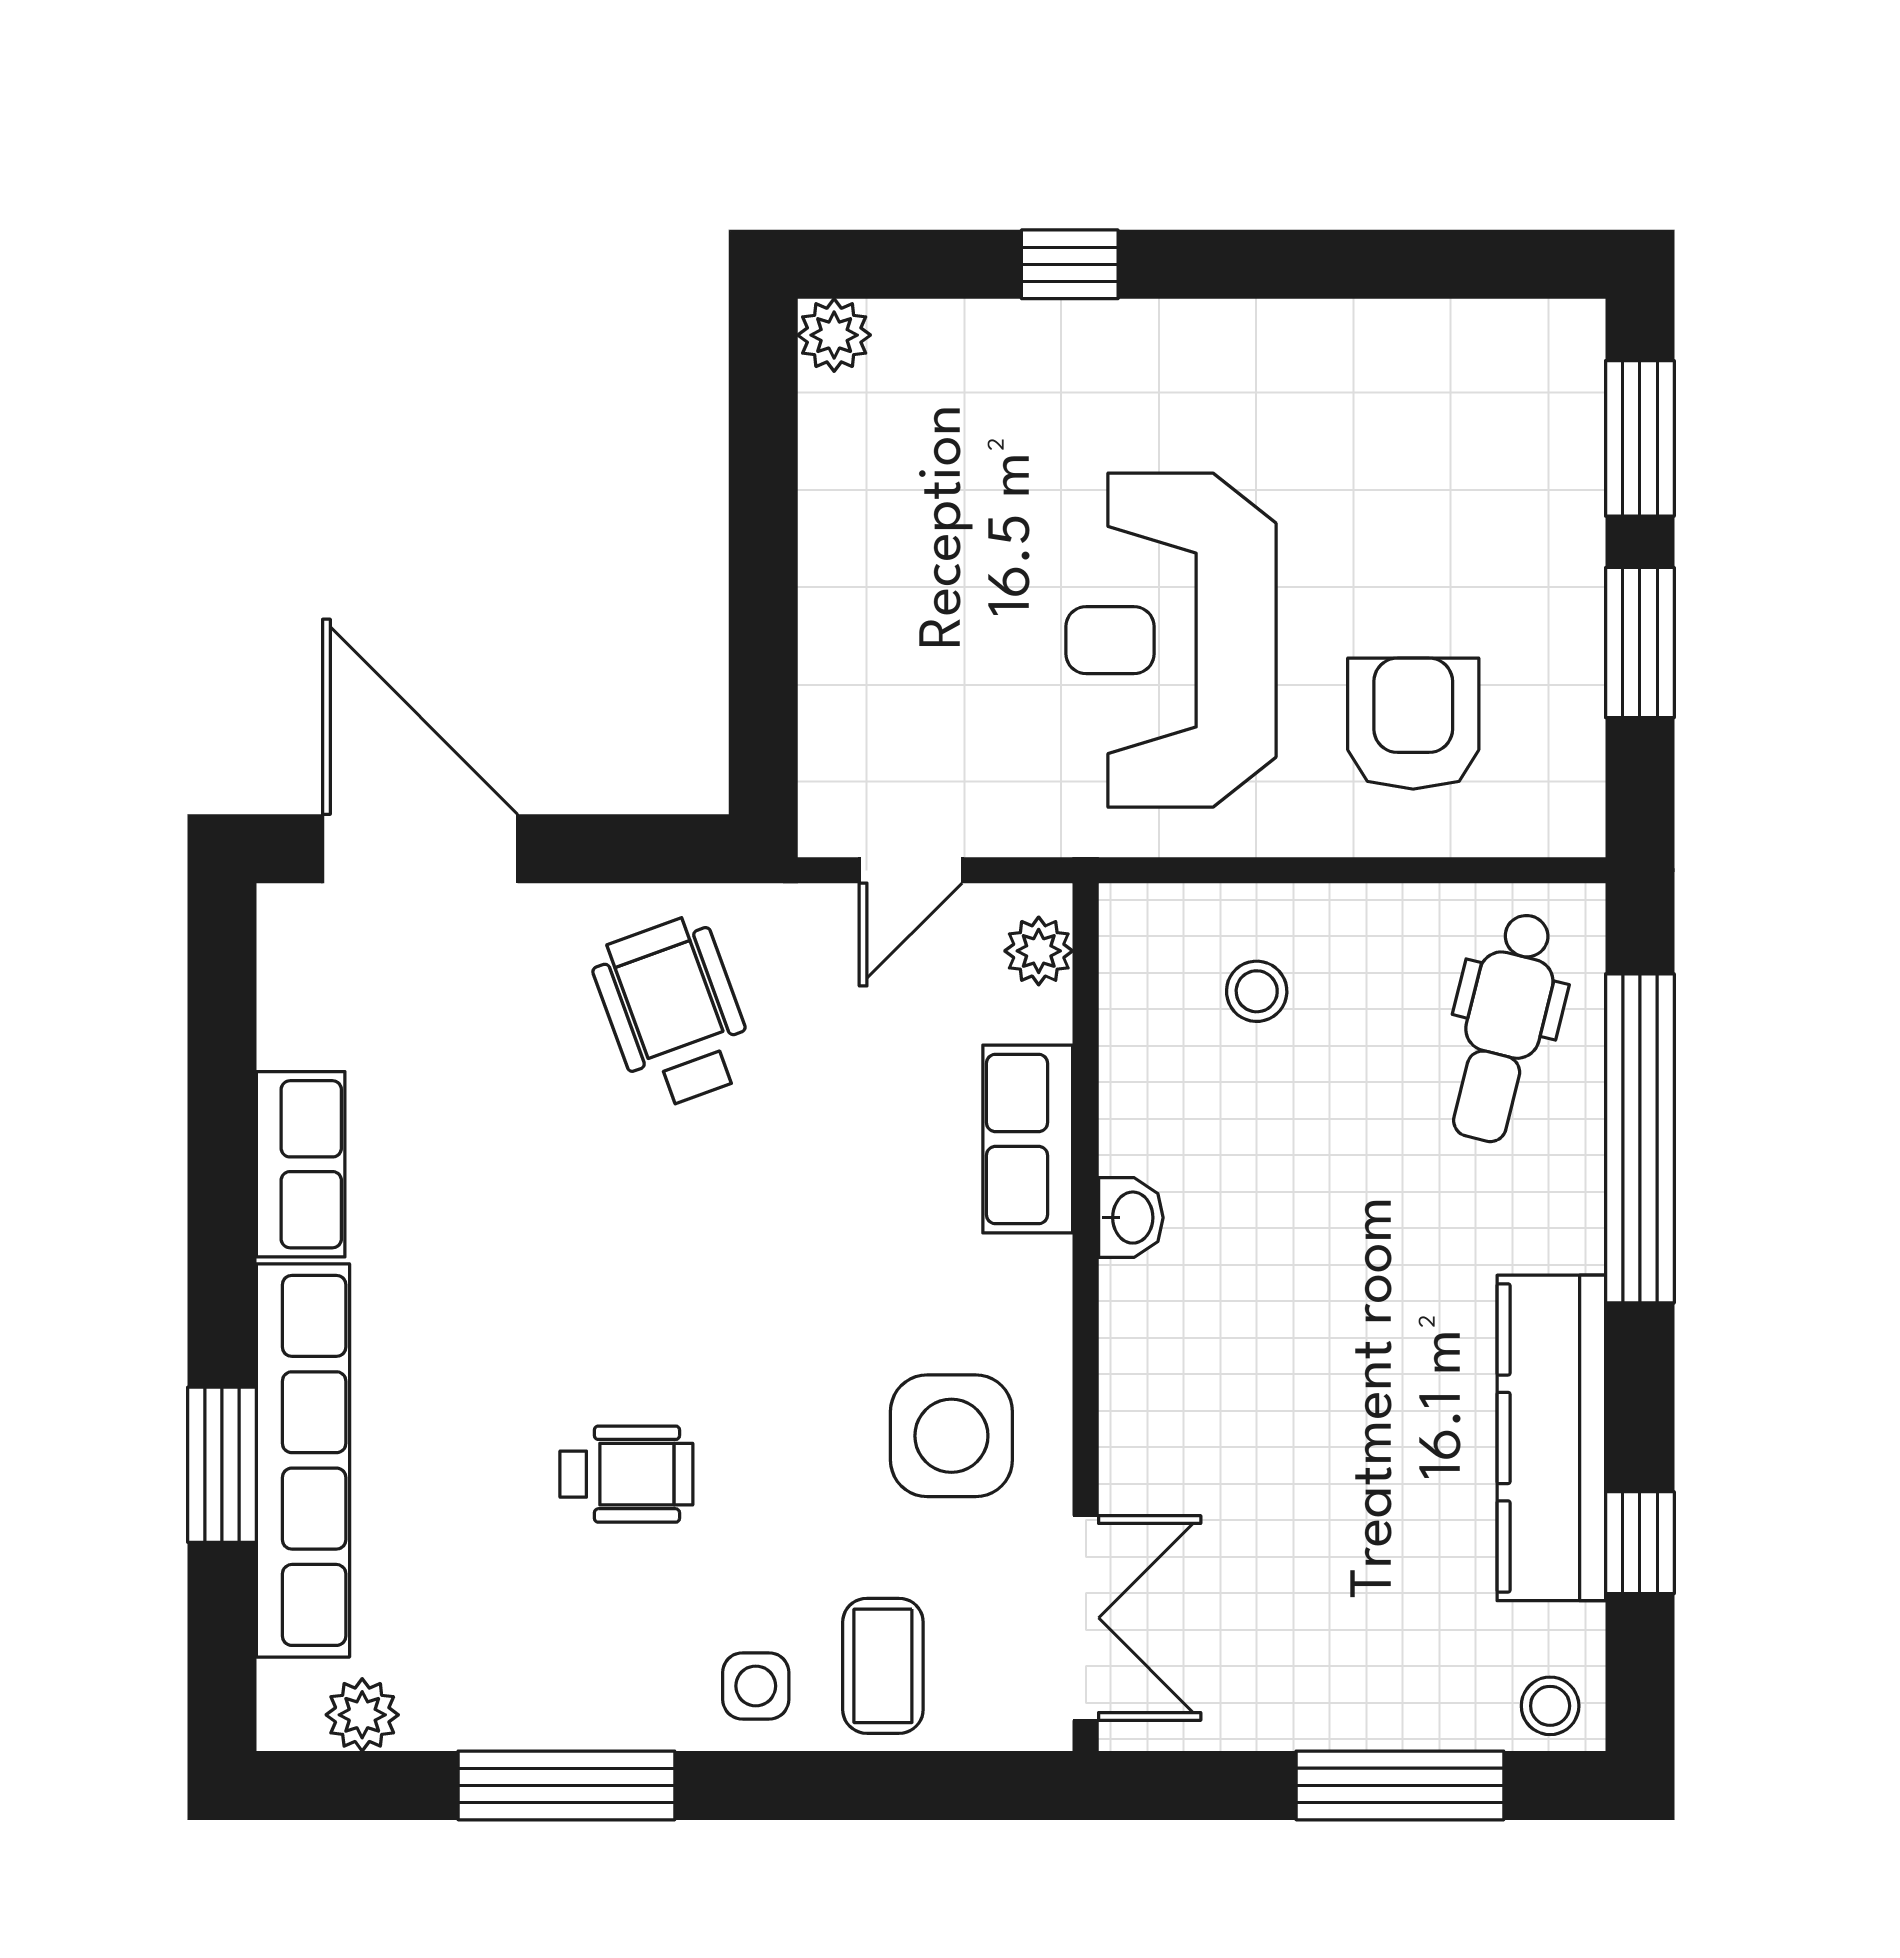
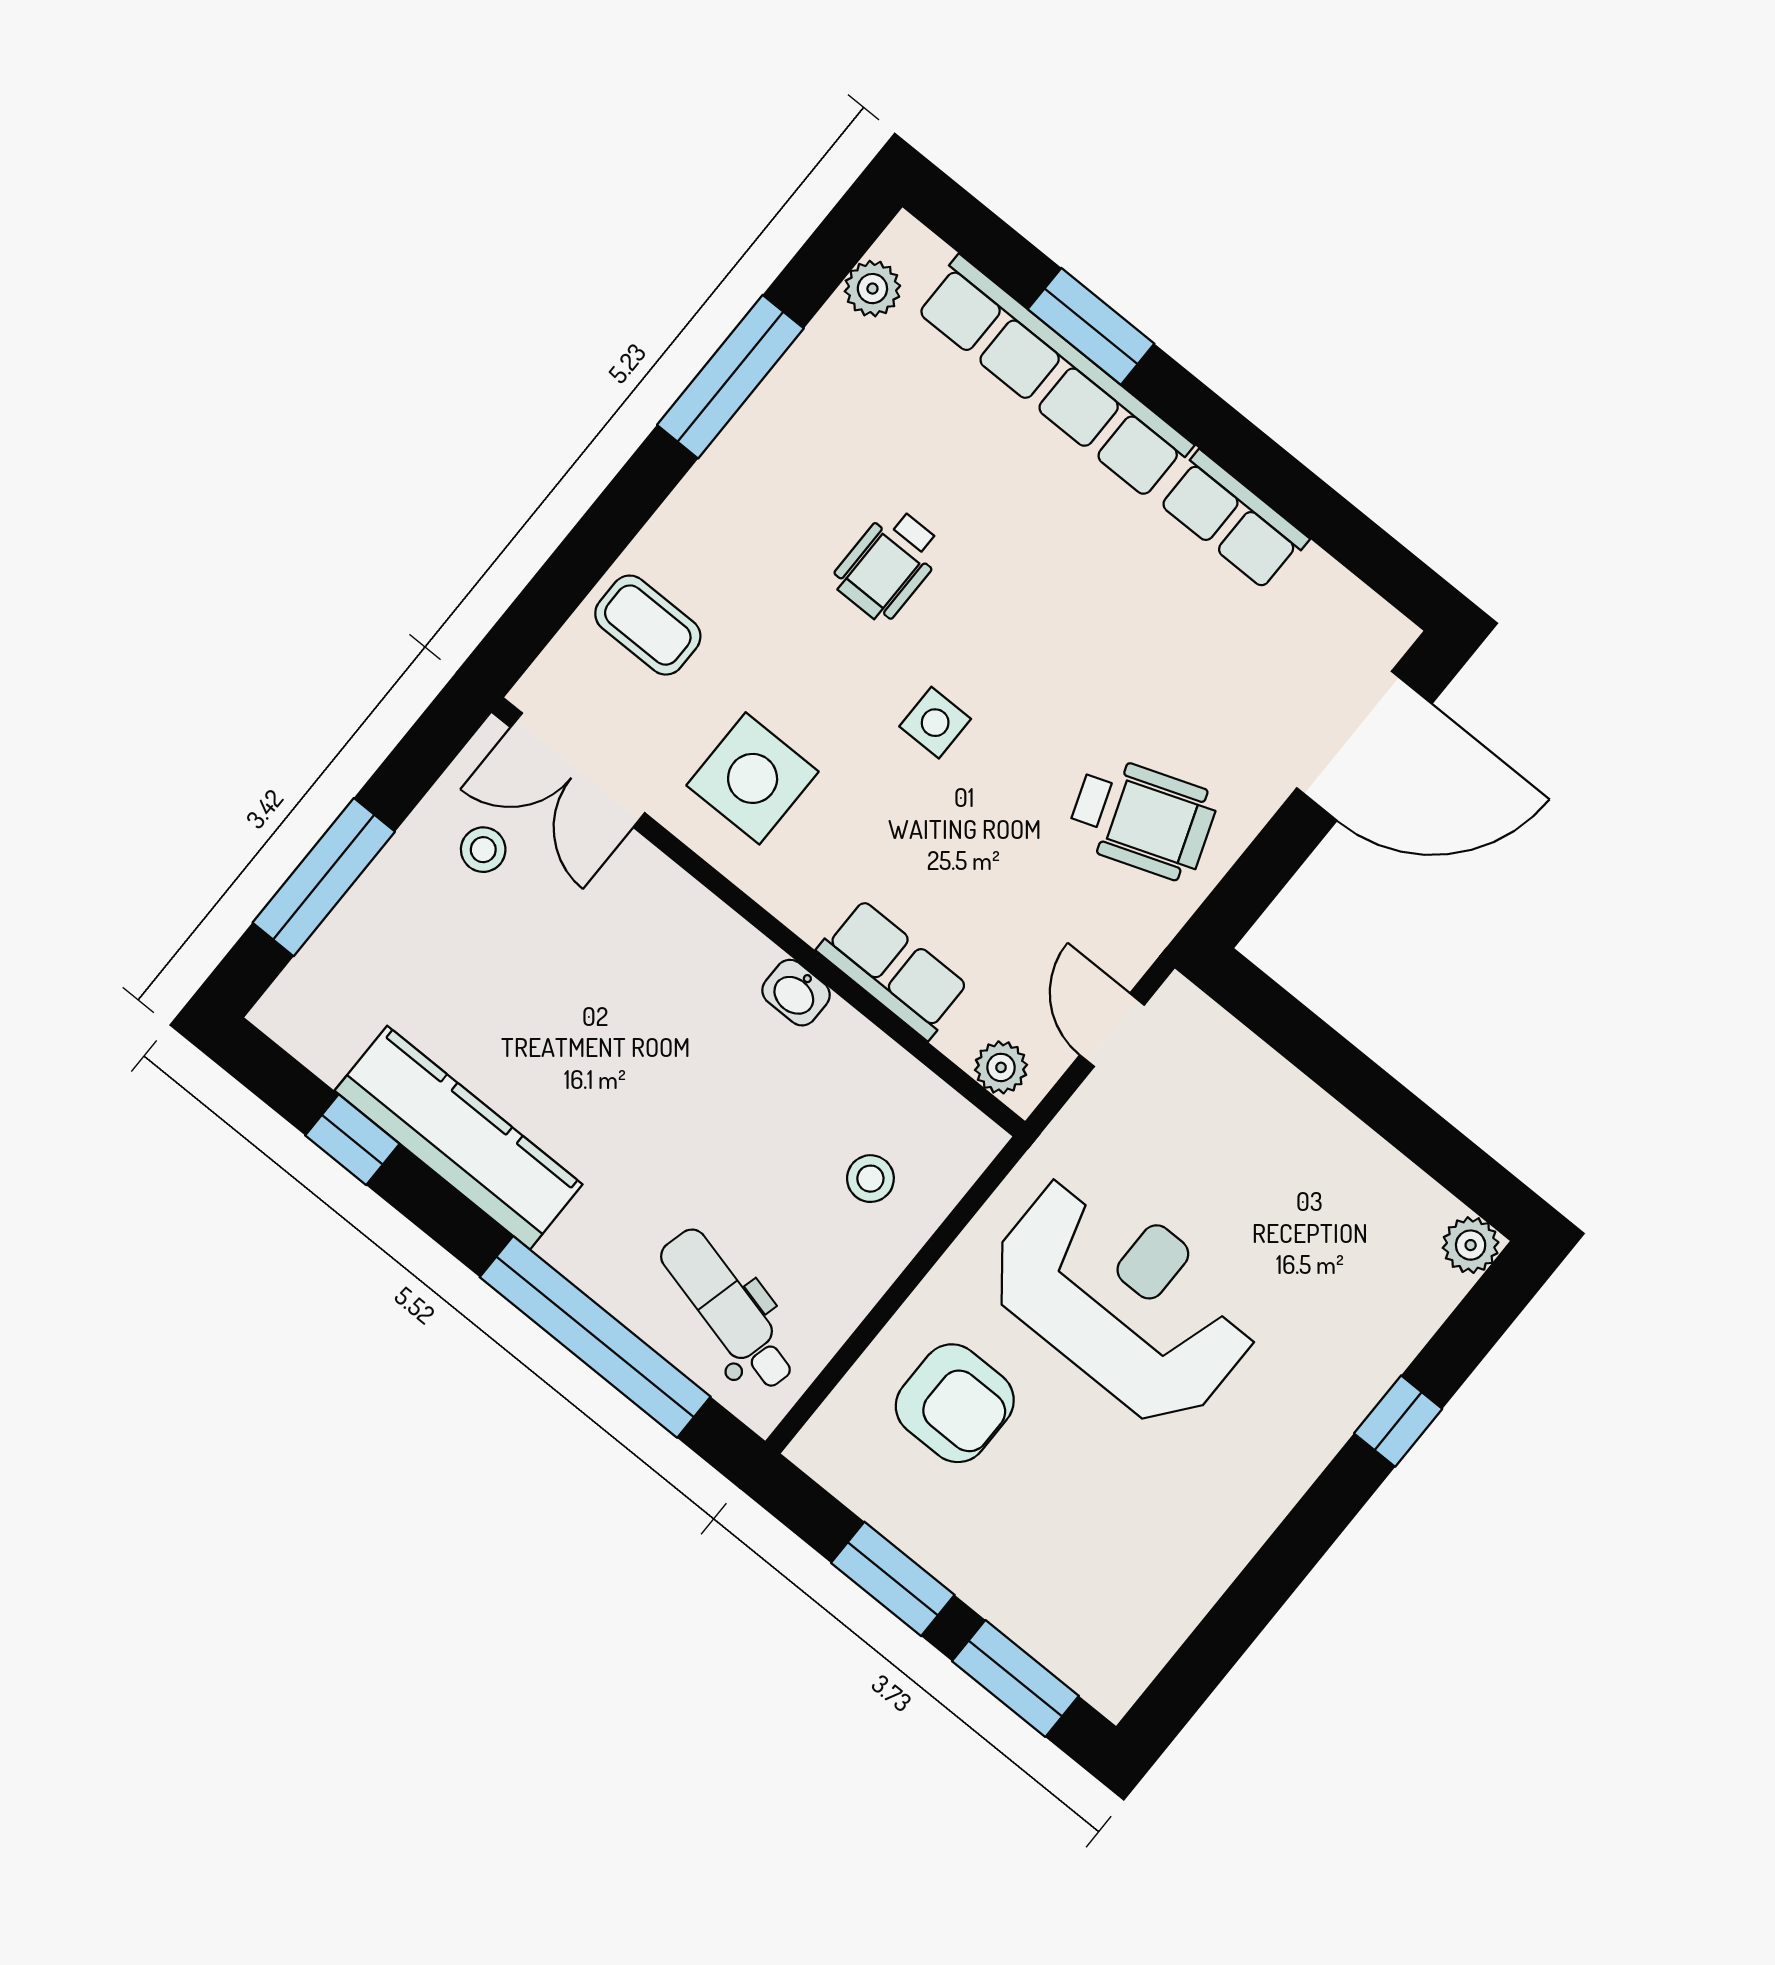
side table: (756, 1686) -> (935, 723), moved
stool: (1550, 1706) -> (483, 850), moved

